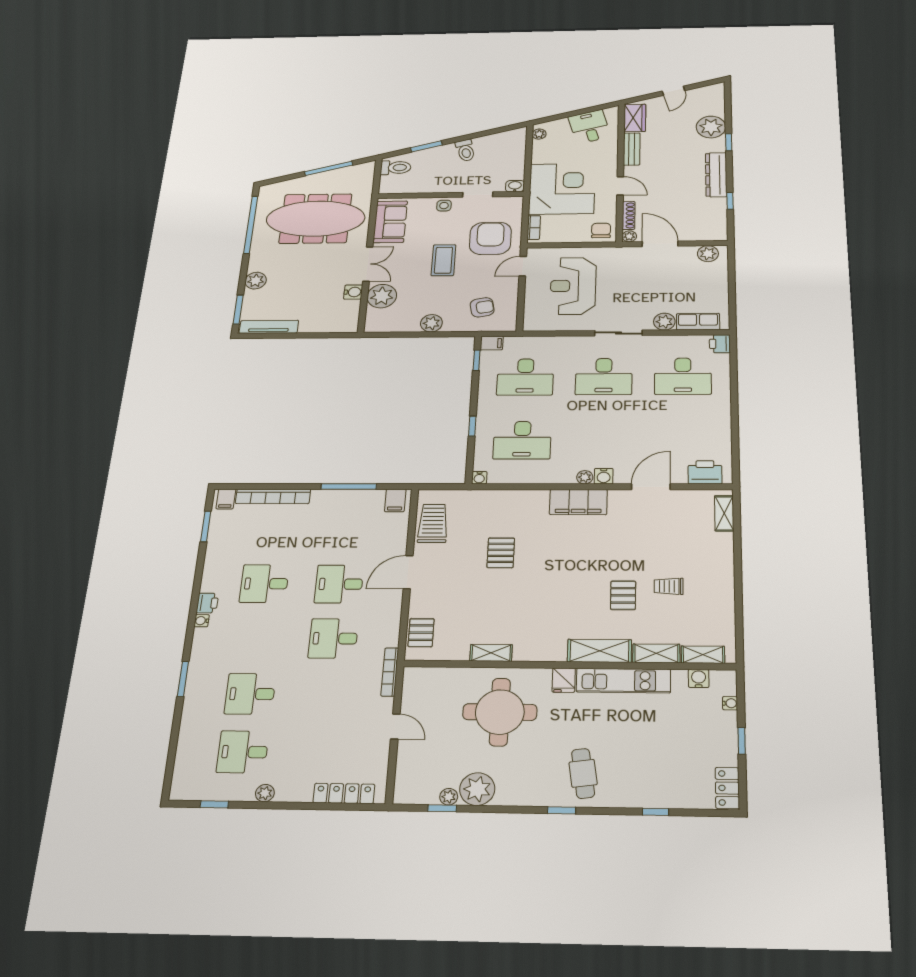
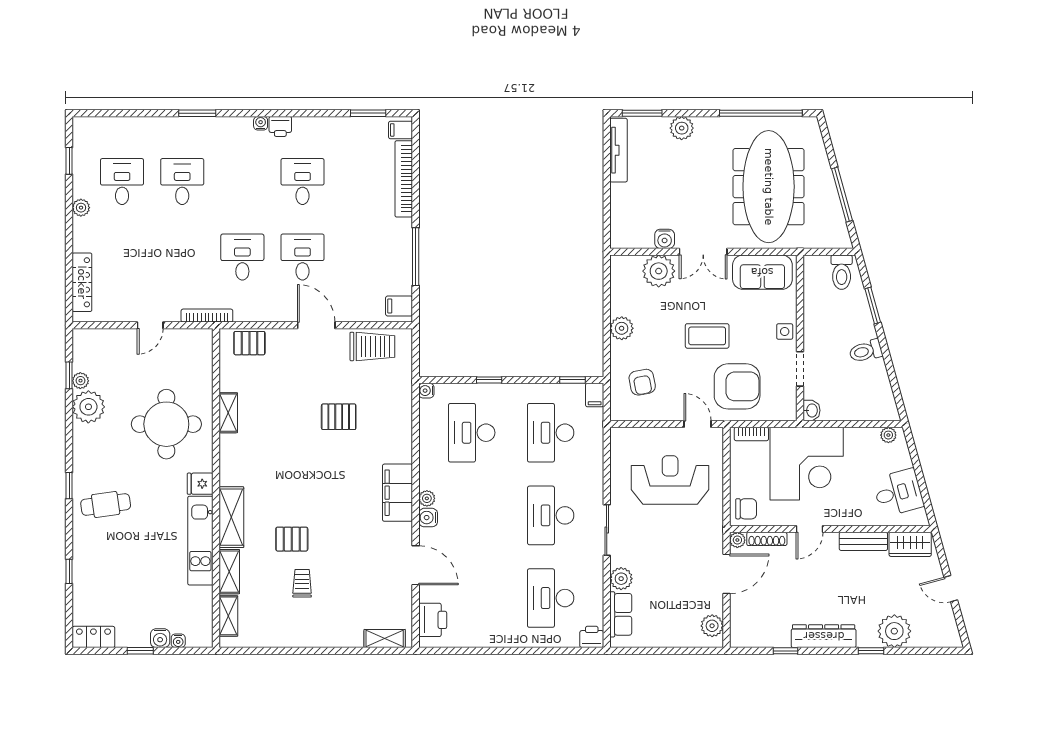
water cooler: (699, 678) -> (160, 638), moved, turned 90

